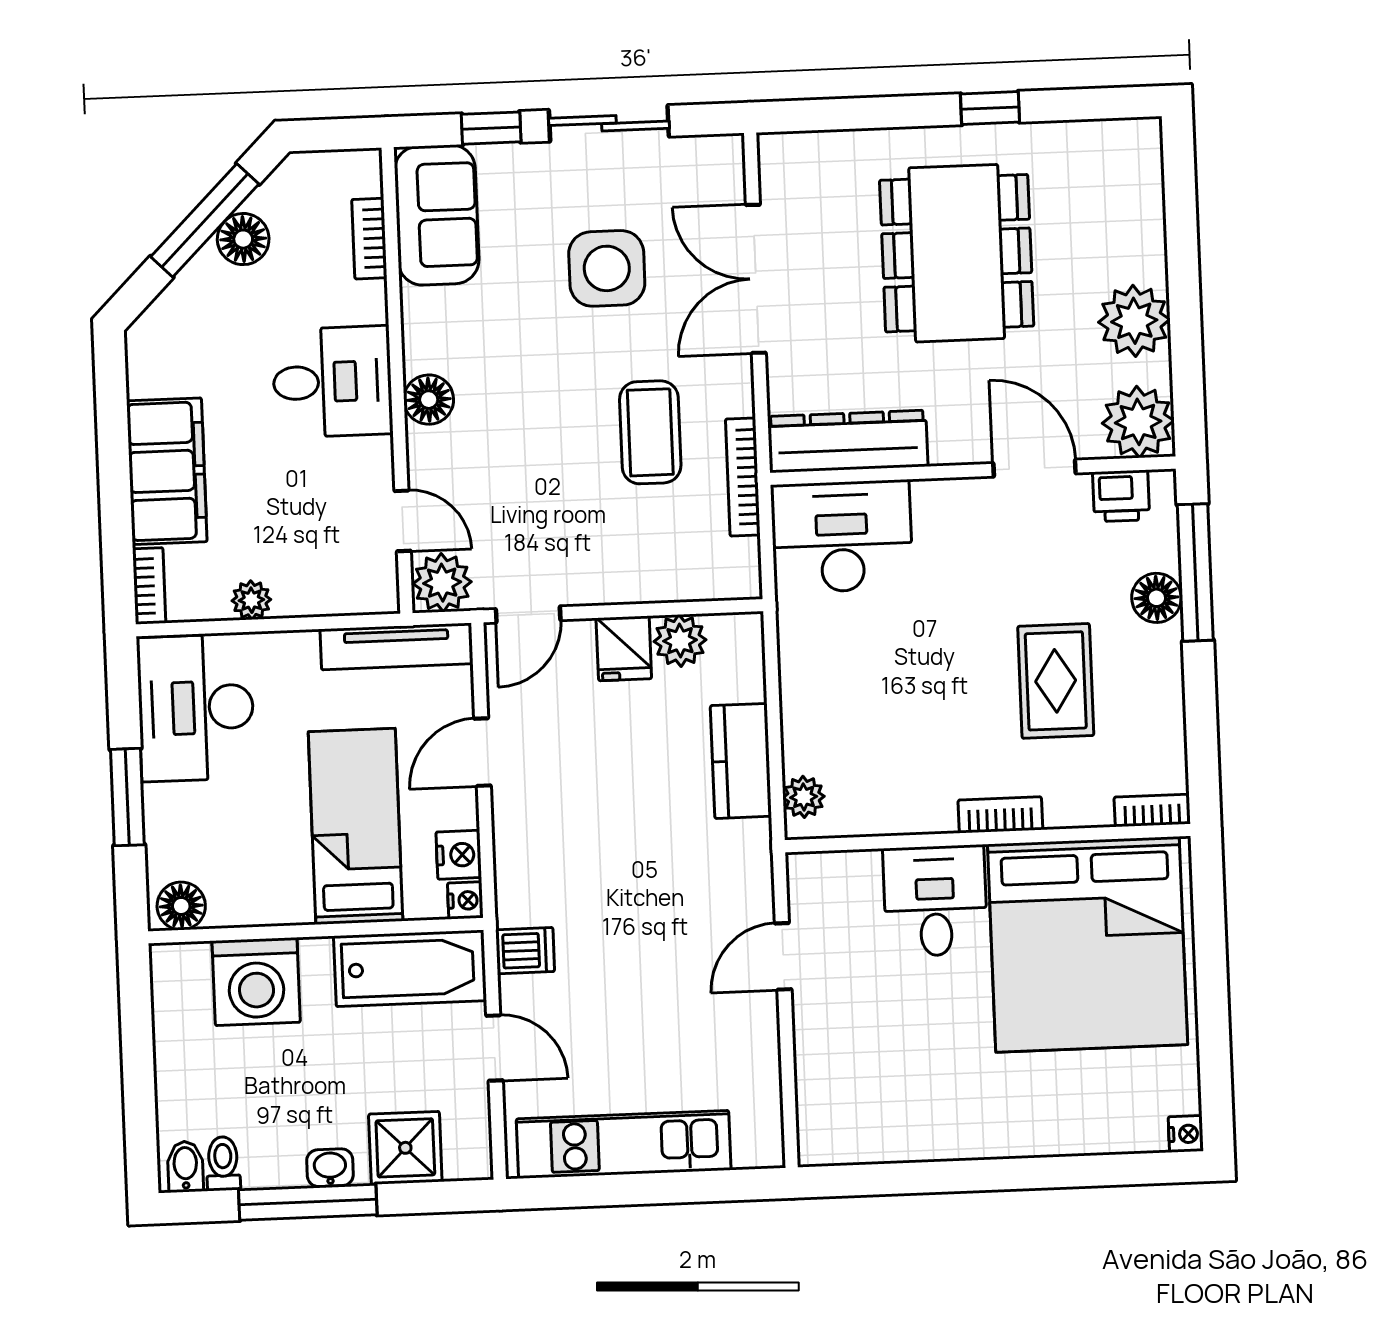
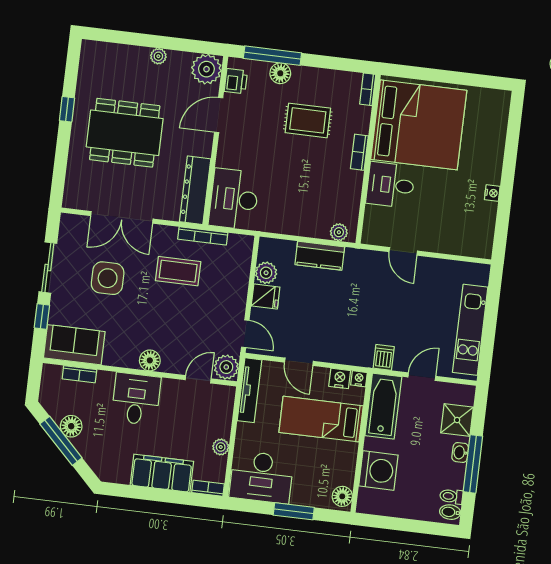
plant: (1134, 321) -> (158, 56), width x0.53, depth x0.53
nightstand: (1186, 1134) -> (492, 193), moved, turned 90

